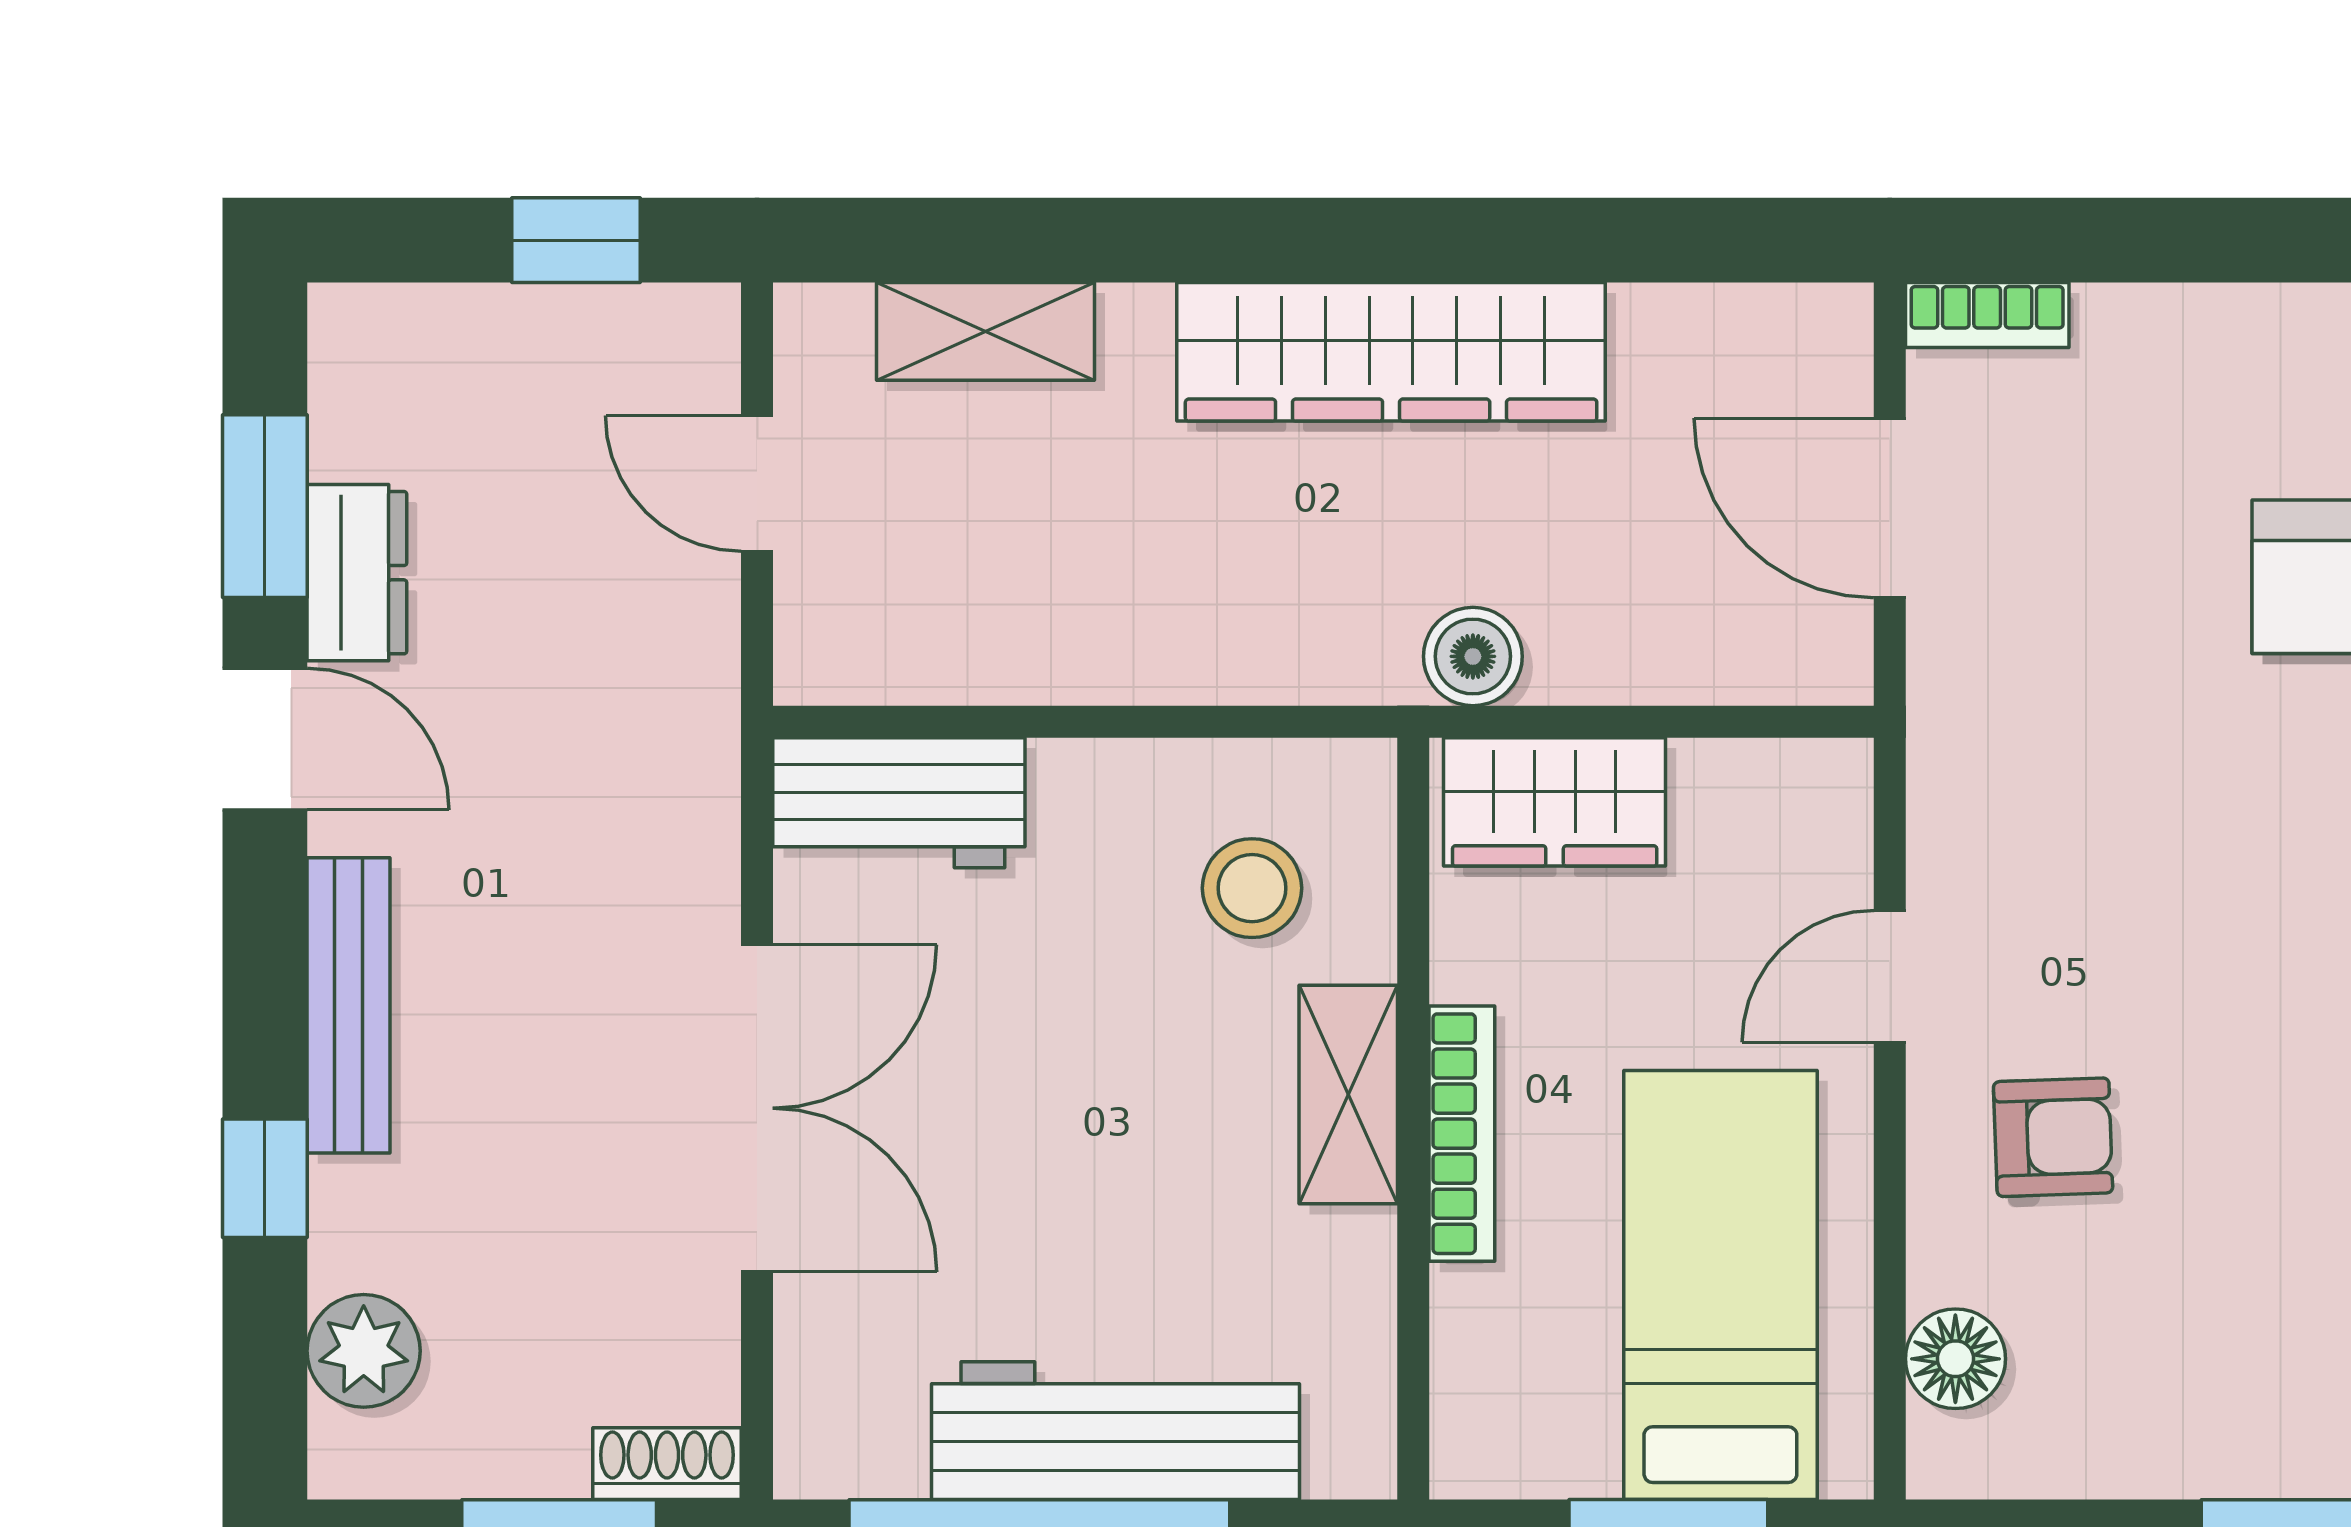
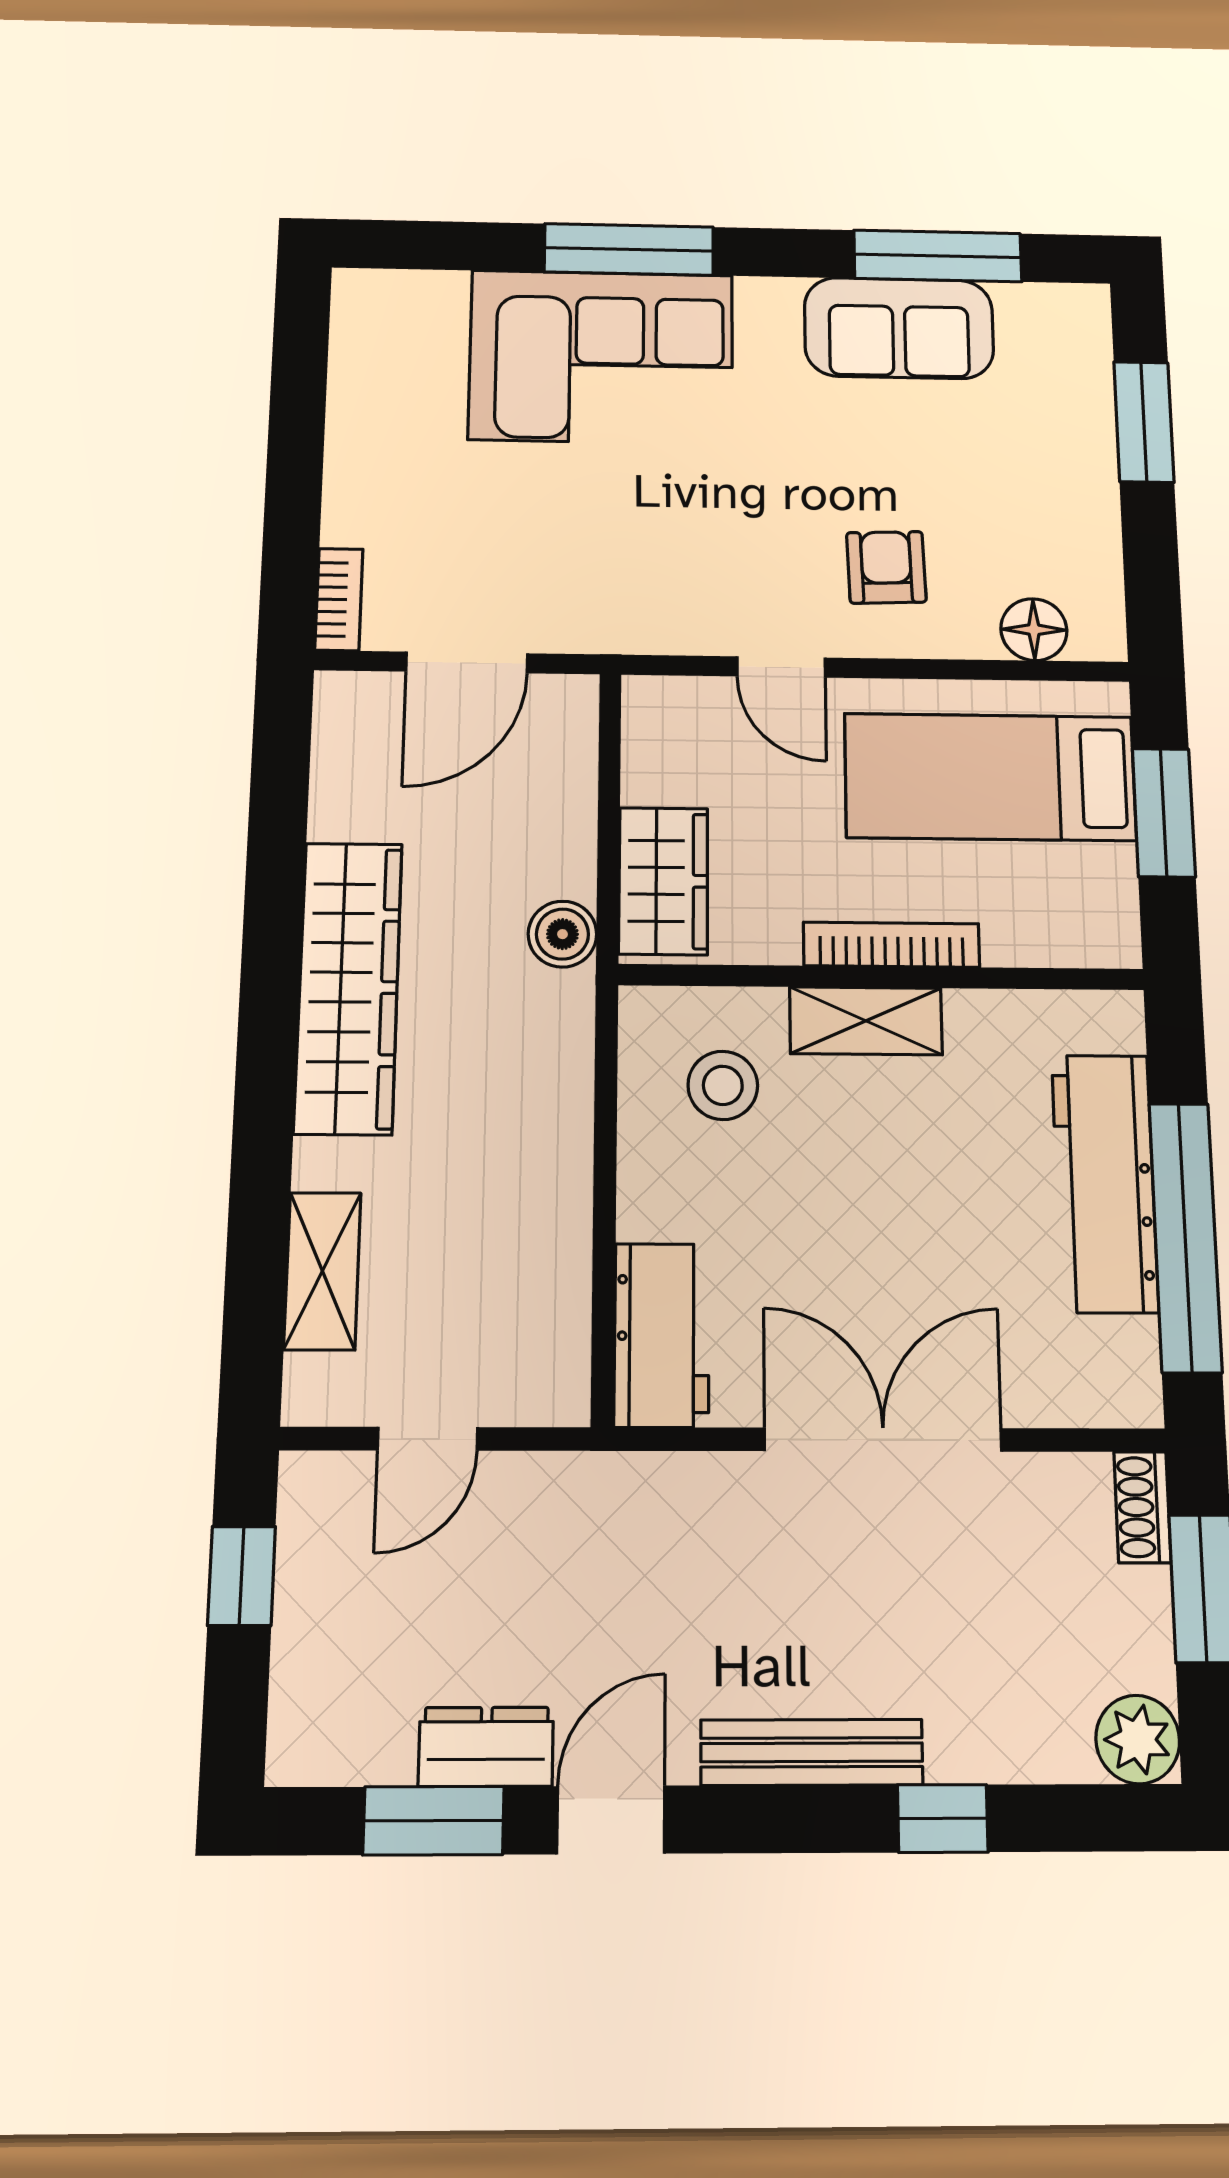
plant: (364, 1351) -> (1138, 1739), moved

